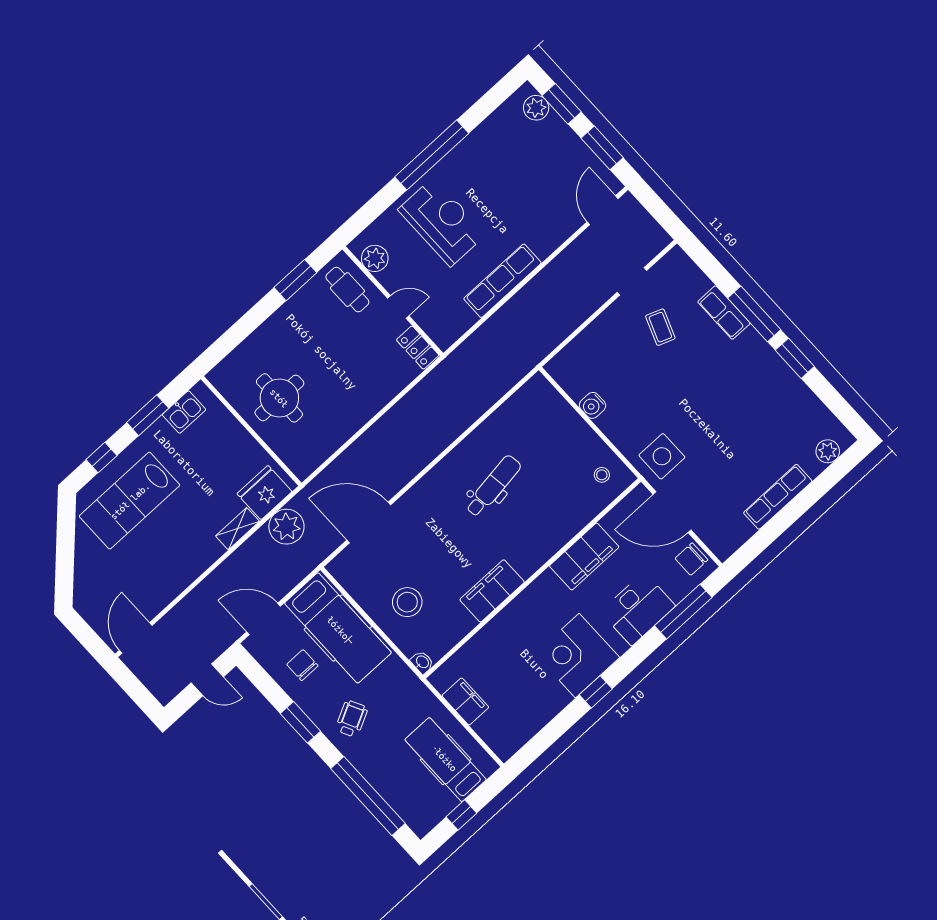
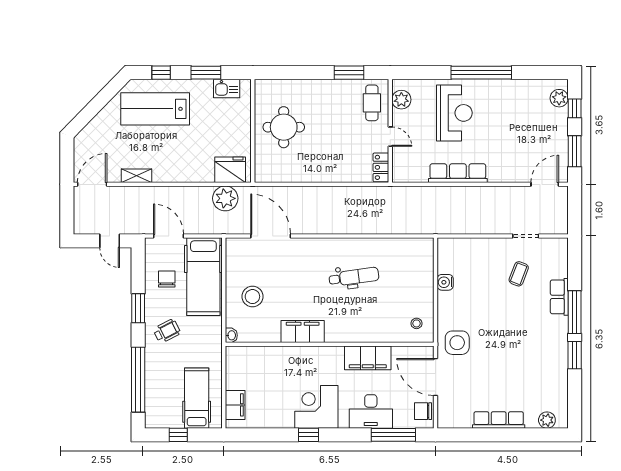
window: (562, 104) -> (575, 108), width x0.67
shelving: (237, 529) -> (136, 176), moved
filing cabinet: (465, 701) -> (235, 405), moved

